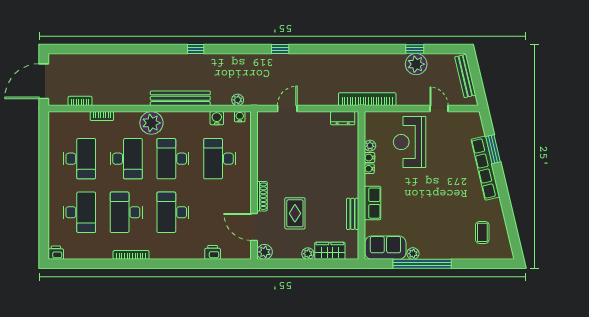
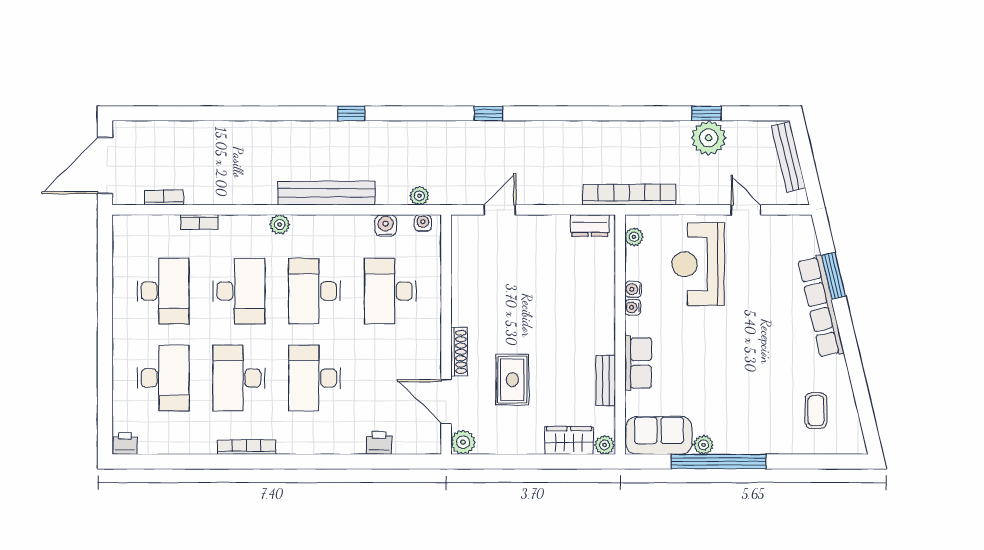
plant: (151, 123) -> (280, 224), width x0.53, depth x0.53
plant: (370, 146) -> (634, 237), moved
plant: (308, 254) -> (605, 445), moved

